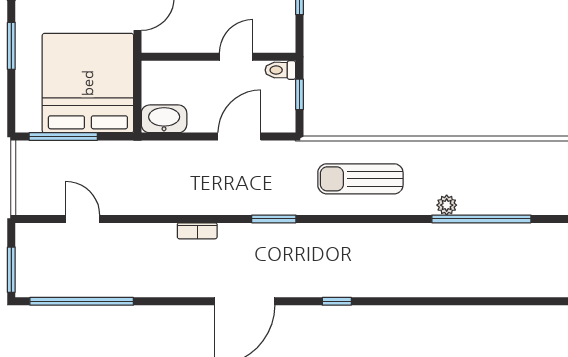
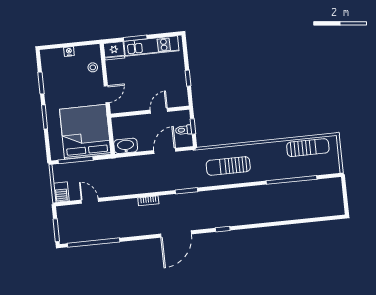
toilet: (280, 70) -> (184, 130), moved
sun lounger: (520, 159) -> (308, 148), added
barbecue: (29, 196) -> (61, 192), added
plant: (447, 205) -> (273, 175), removed

